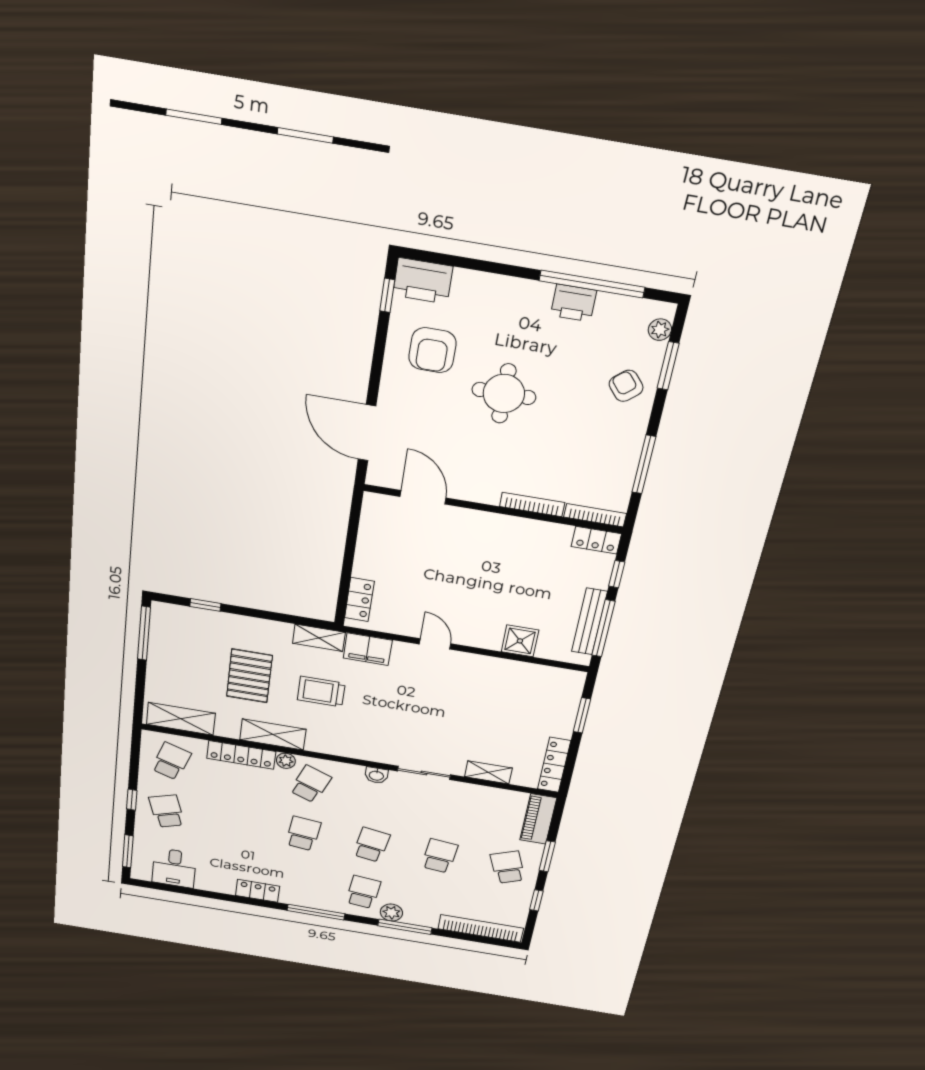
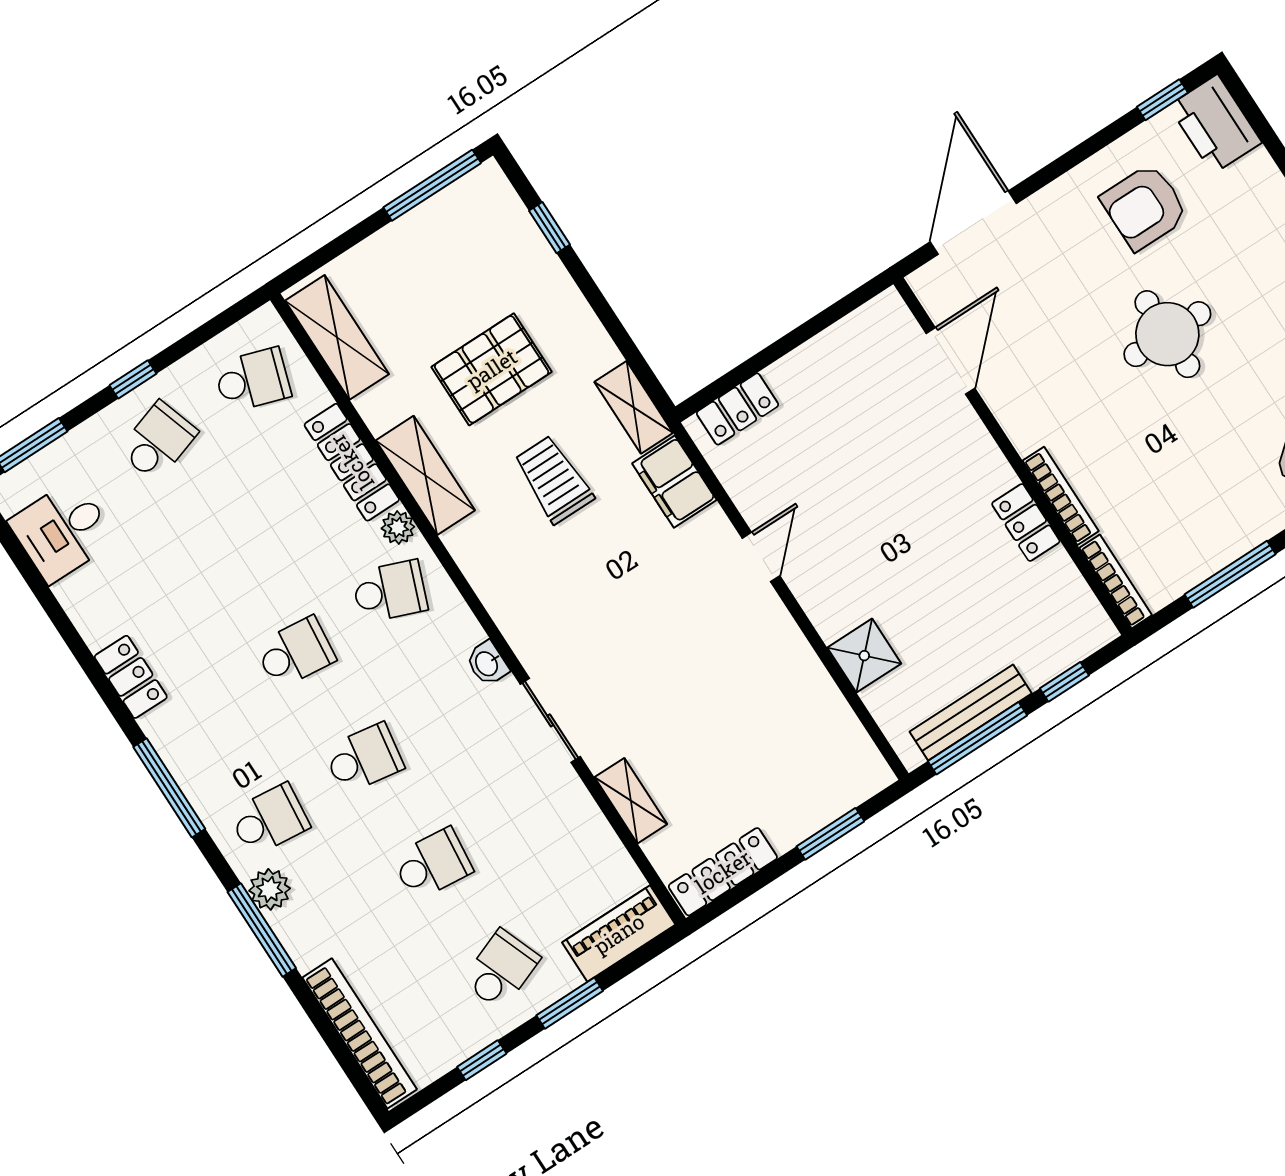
locker: (596, 540) -> (1026, 522), moved

